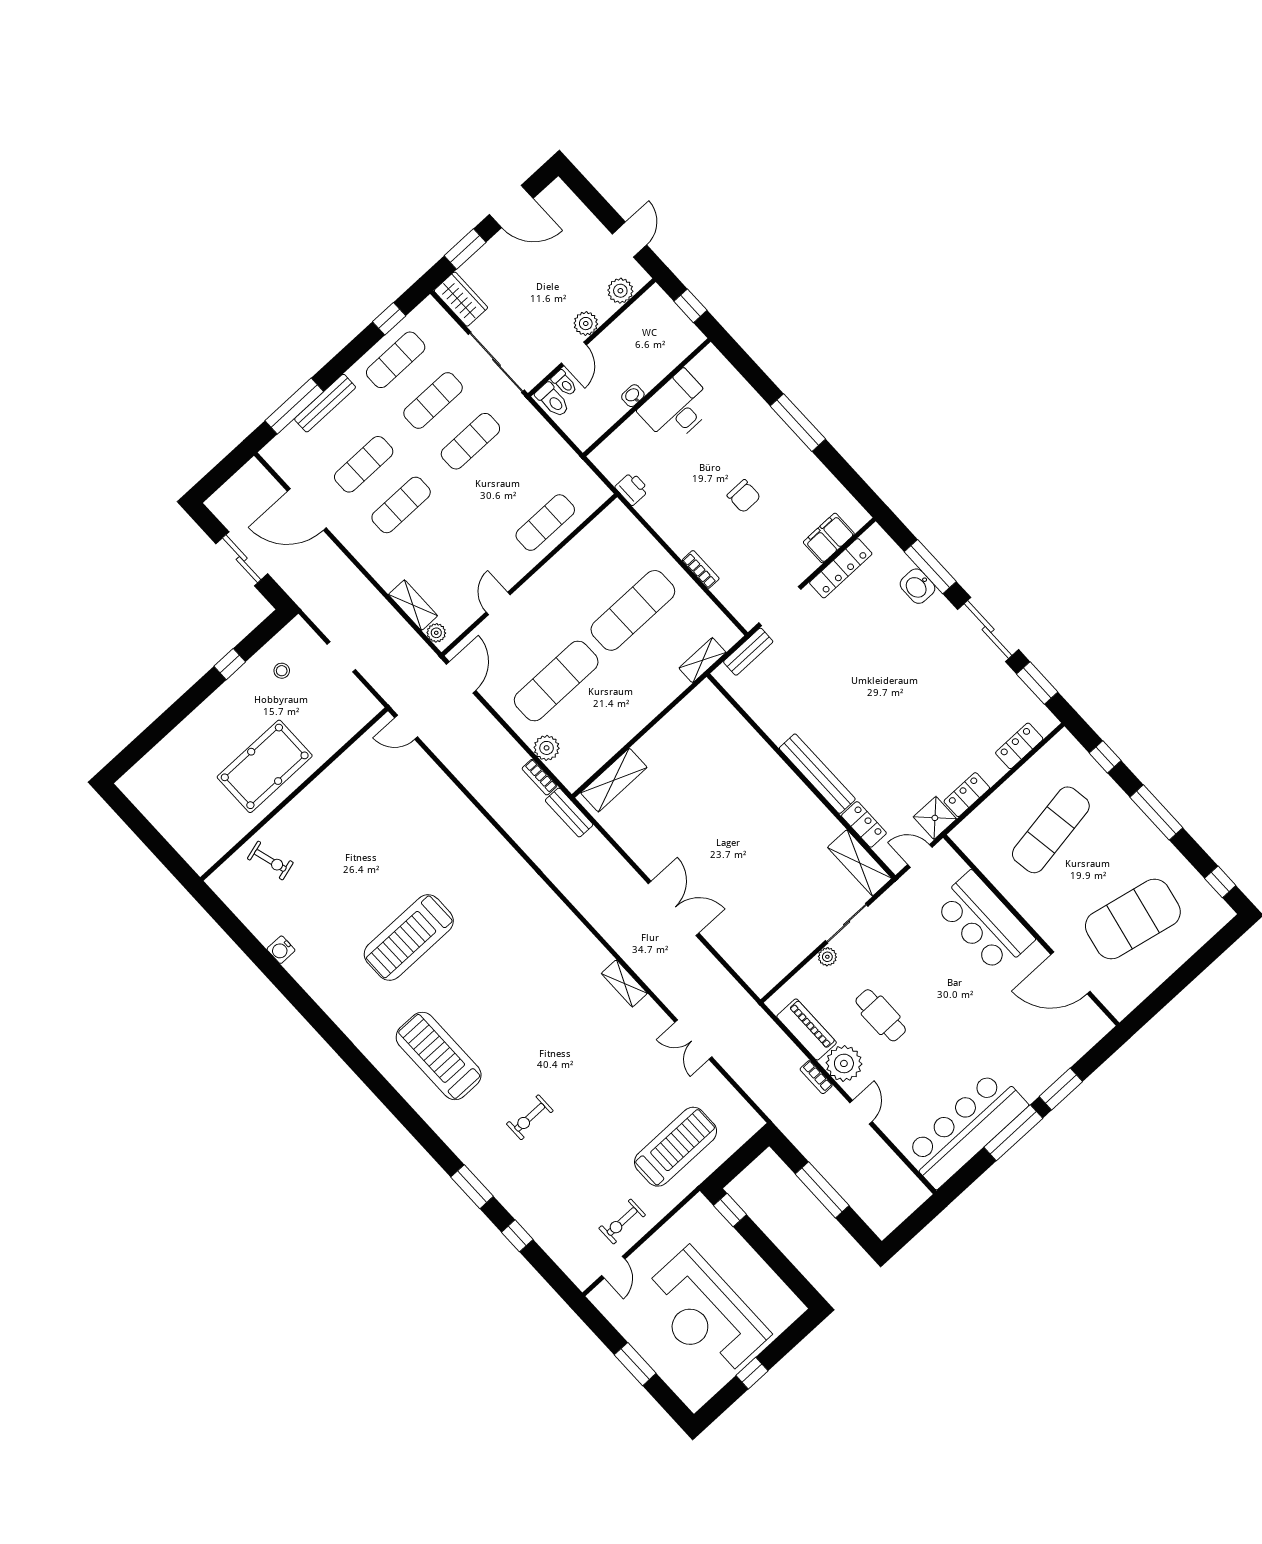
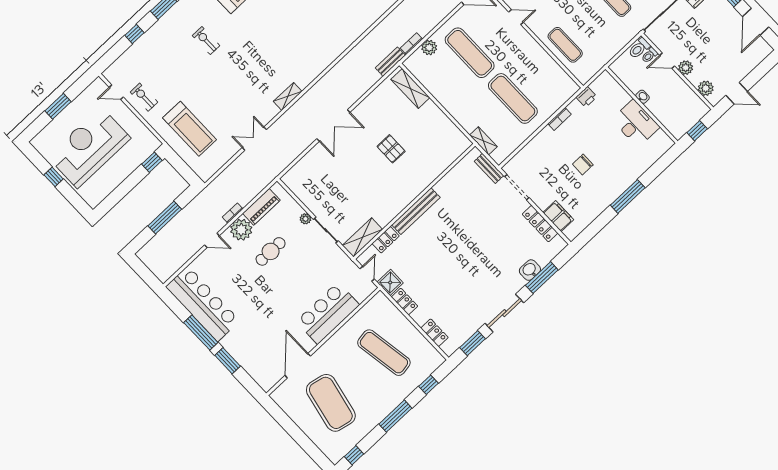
bookcase: (701, 569) -> (559, 119), moved
pallet: (713, 813) -> (391, 149), added

